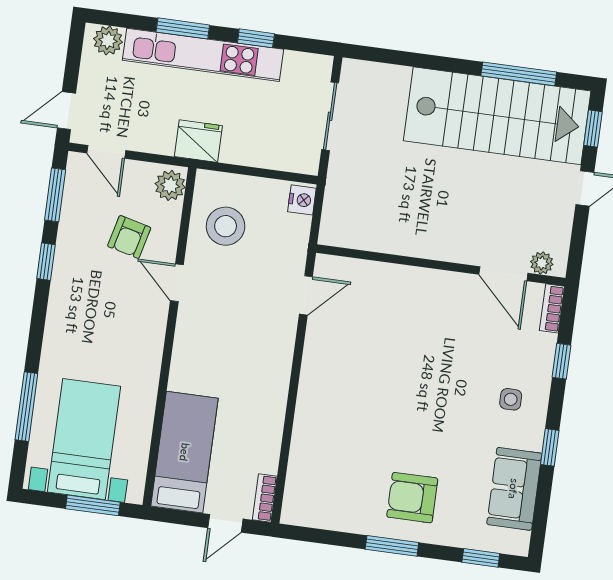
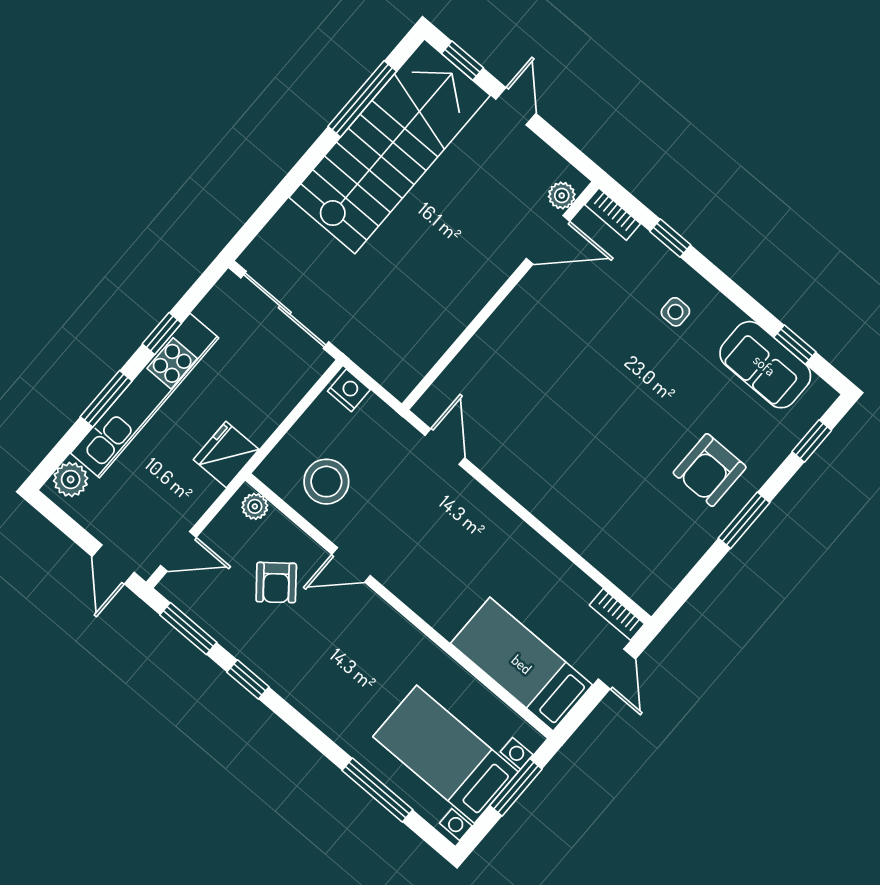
sliding door: (330, 116) -> (285, 310), width x1.37
plant: (170, 185) -> (255, 506), width x0.73, depth x0.73
armchair: (129, 237) -> (276, 583), turned 37
window: (550, 447) -> (795, 345), moved

